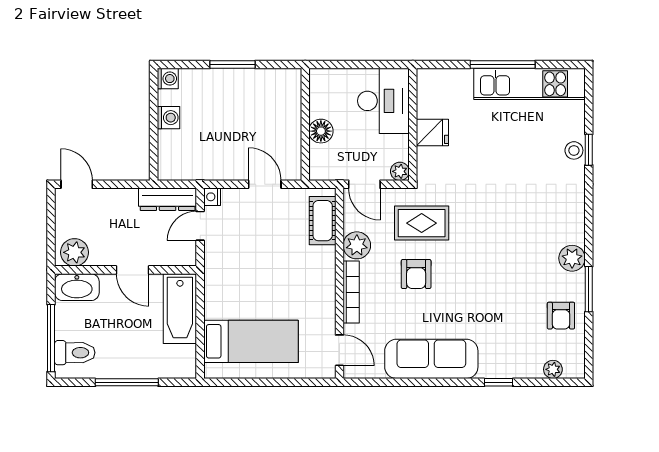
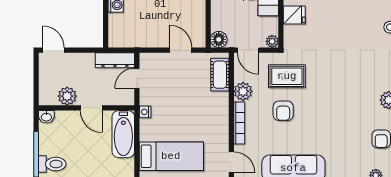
floor lamp: (321, 131) -> (219, 39), moved
nightstand: (212, 197) -> (145, 112), moved
plant: (74, 252) -> (67, 96), moved
washbasin: (77, 287) -> (46, 117), width x0.52, depth x0.69

